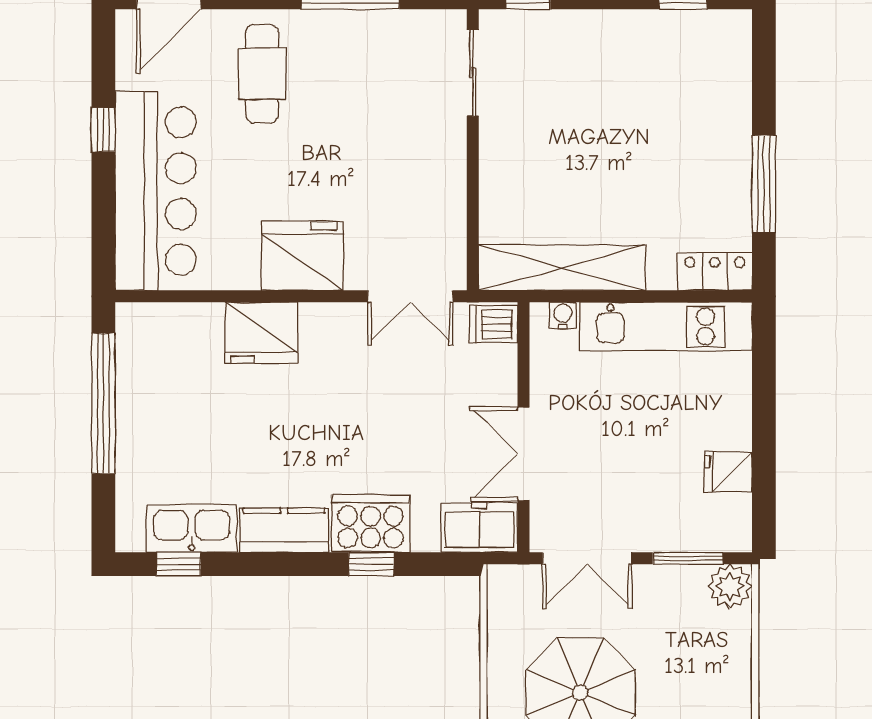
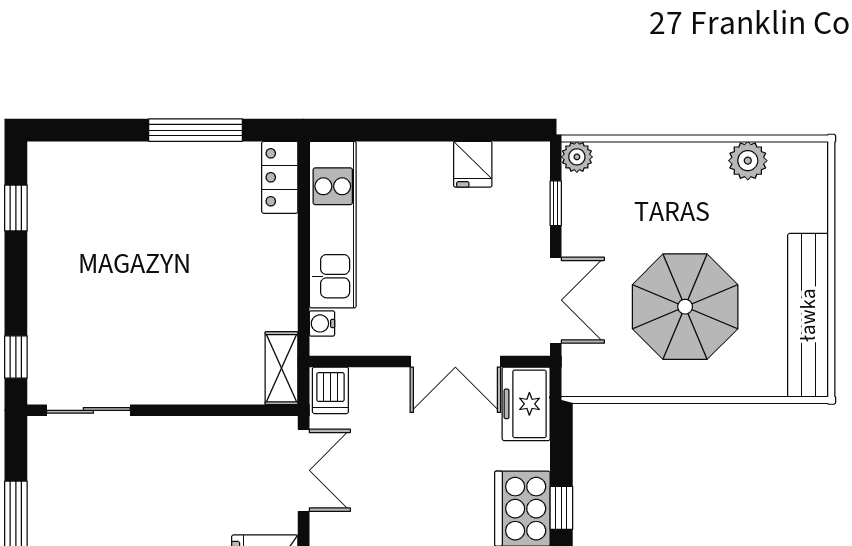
shelving: (562, 268) -> (282, 368), width x0.45, depth x0.75
window: (688, 558) -> (556, 203), width x0.67
plant: (730, 586) -> (577, 157), width x0.73, depth x0.73

